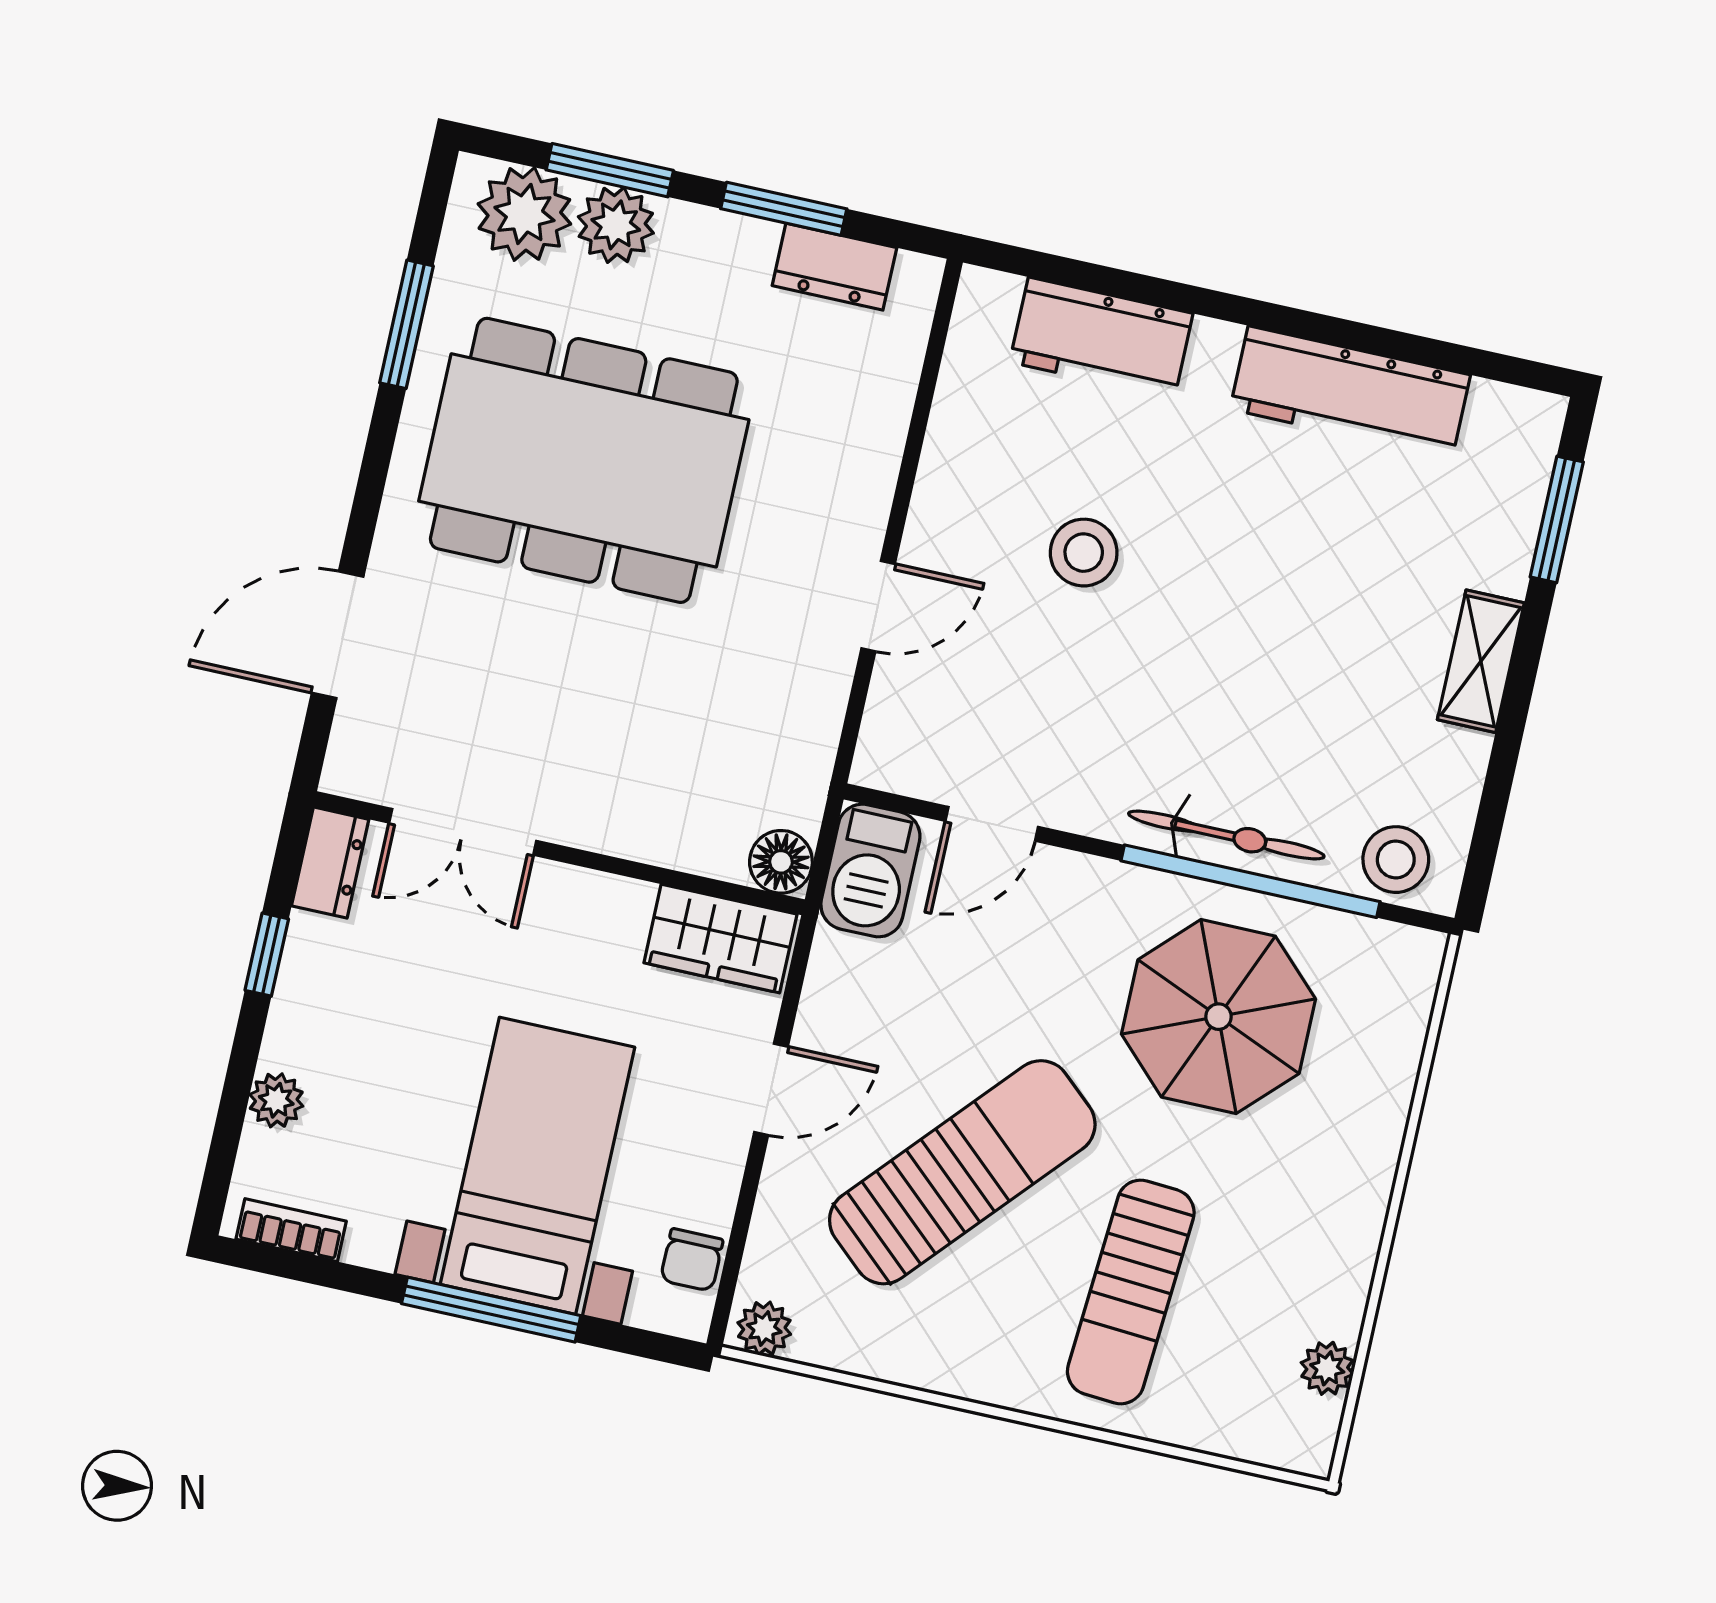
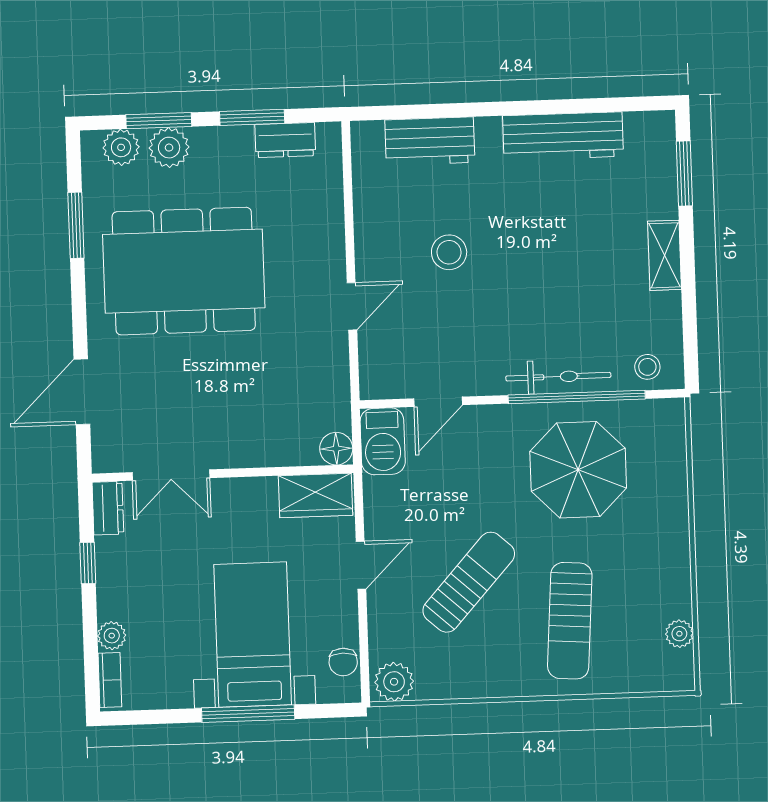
plant: (524, 214) -> (121, 147), width x0.73, depth x0.73
stool: (1396, 860) -> (647, 367), width x0.73, depth x0.73
sun lounger: (962, 1172) -> (469, 582), width x0.73, depth x0.75
bookcase: (291, 1230) -> (110, 680), moved, turned 90
plant: (764, 1328) -> (394, 682), width x1.38, depth x1.38

